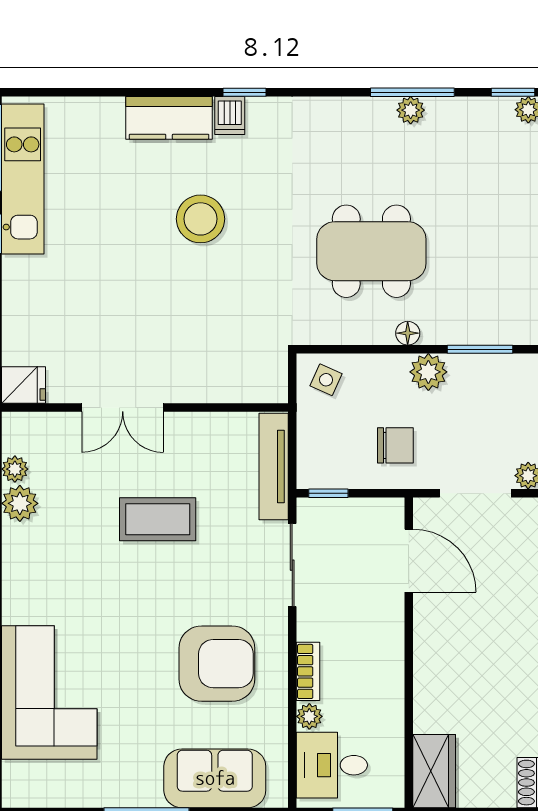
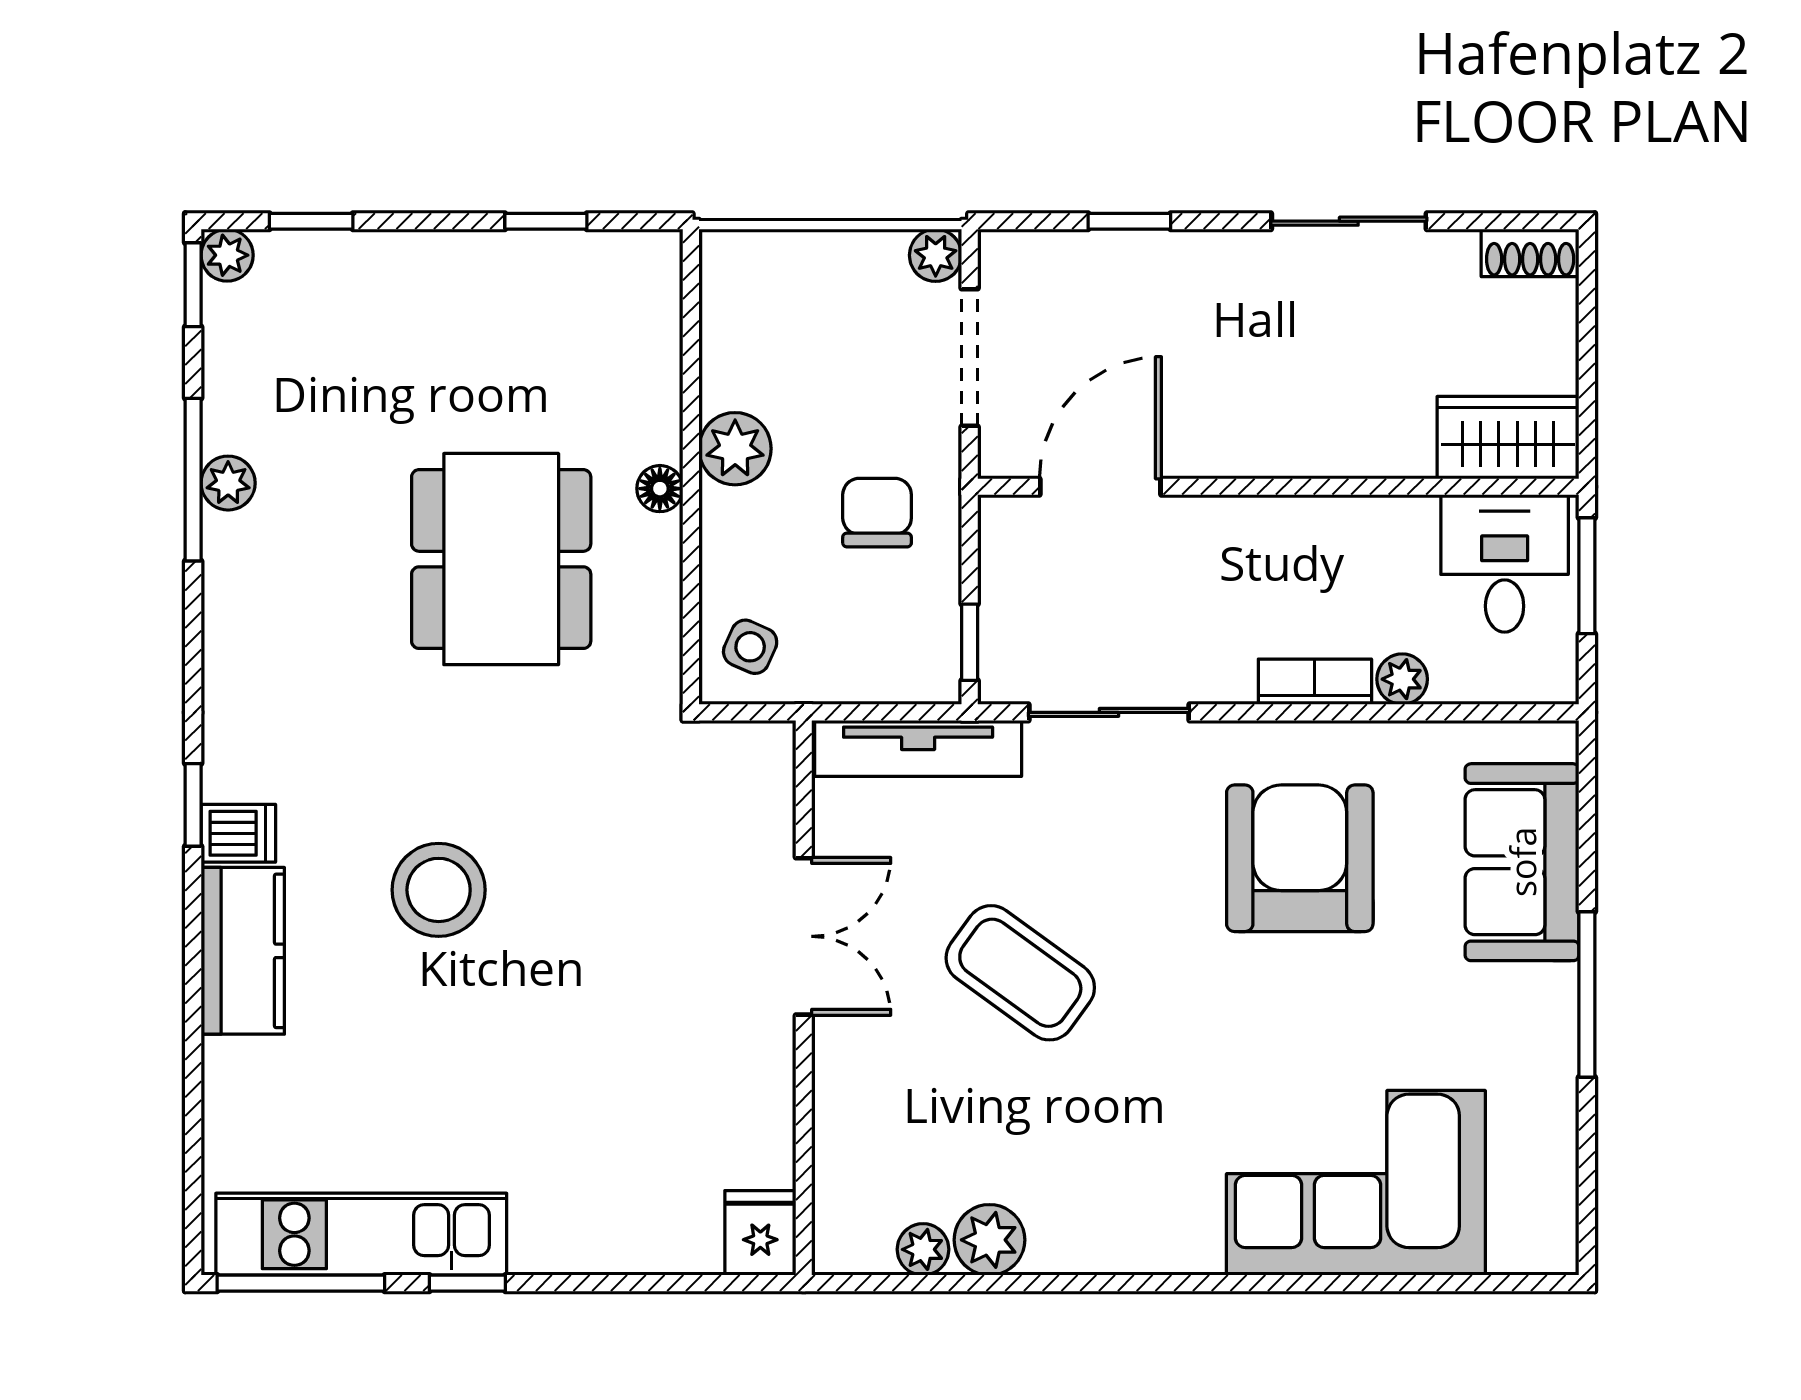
window: (480, 349) -> (691, 349), removed
double door: (123, 407) -> (804, 936), moved
coffee table: (158, 519) -> (1020, 973), turned -54
desk: (332, 765) -> (1505, 563), moved, turned 180

